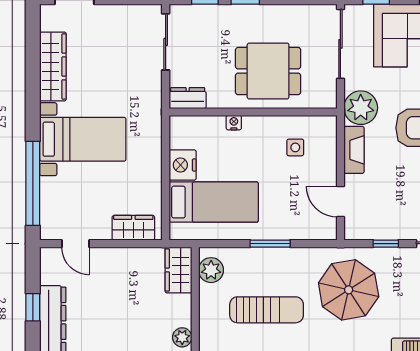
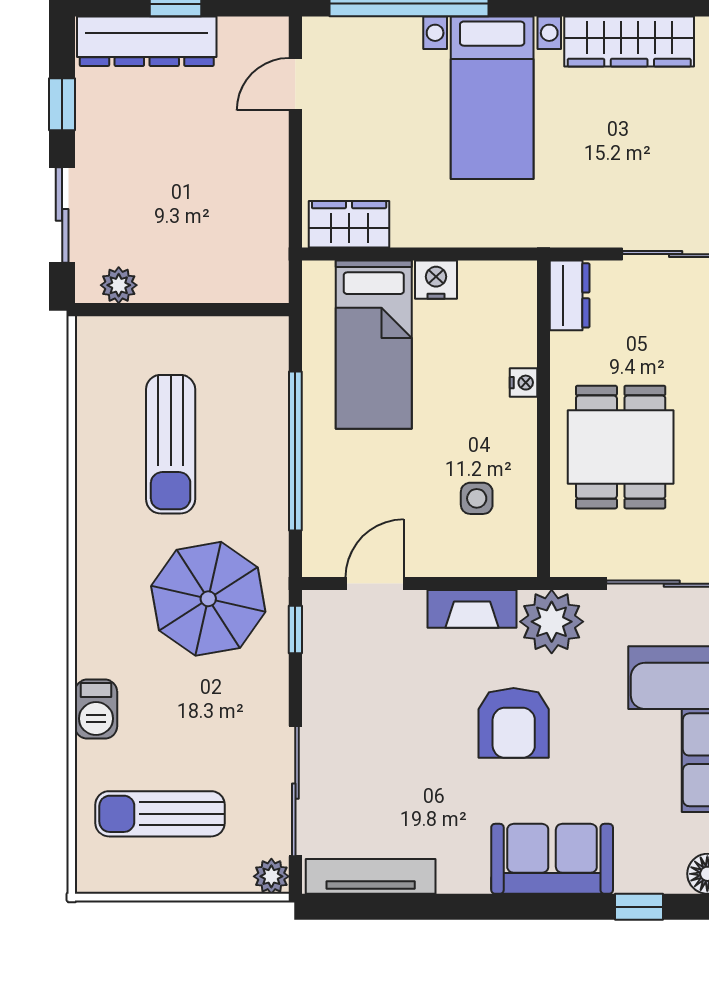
nightstand: (183, 165) -> (436, 280), width x0.74, depth x0.75
wardrobe: (133, 228) -> (349, 224), moved, turned -90
window: (270, 244) -> (295, 451), width x2.11
window: (386, 244) -> (295, 629), moved
wardrobe: (178, 270) -> (246, 278), removed
plant: (211, 270) -> (245, 340), removed

